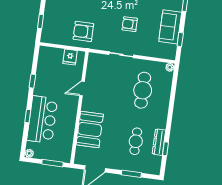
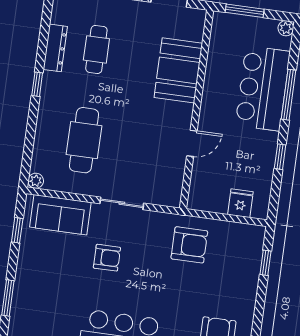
sofa: (170, 27) -> (60, 215), moved, turned 90
fridge: (70, 57) -> (240, 203), moved
window: (28, 116) -> (289, 95), width x2.17
window: (165, 149) -> (37, 84), moved

